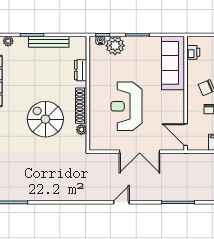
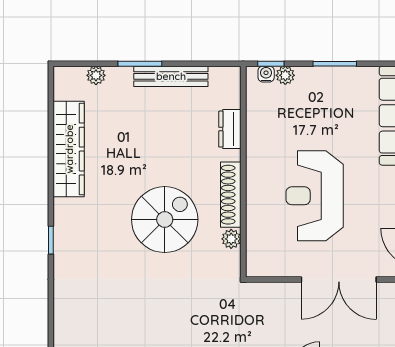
plant: (115, 46) -> (285, 75), width x0.53, depth x0.53
spiral stairs: (45, 119) -> (165, 220), turned 90

